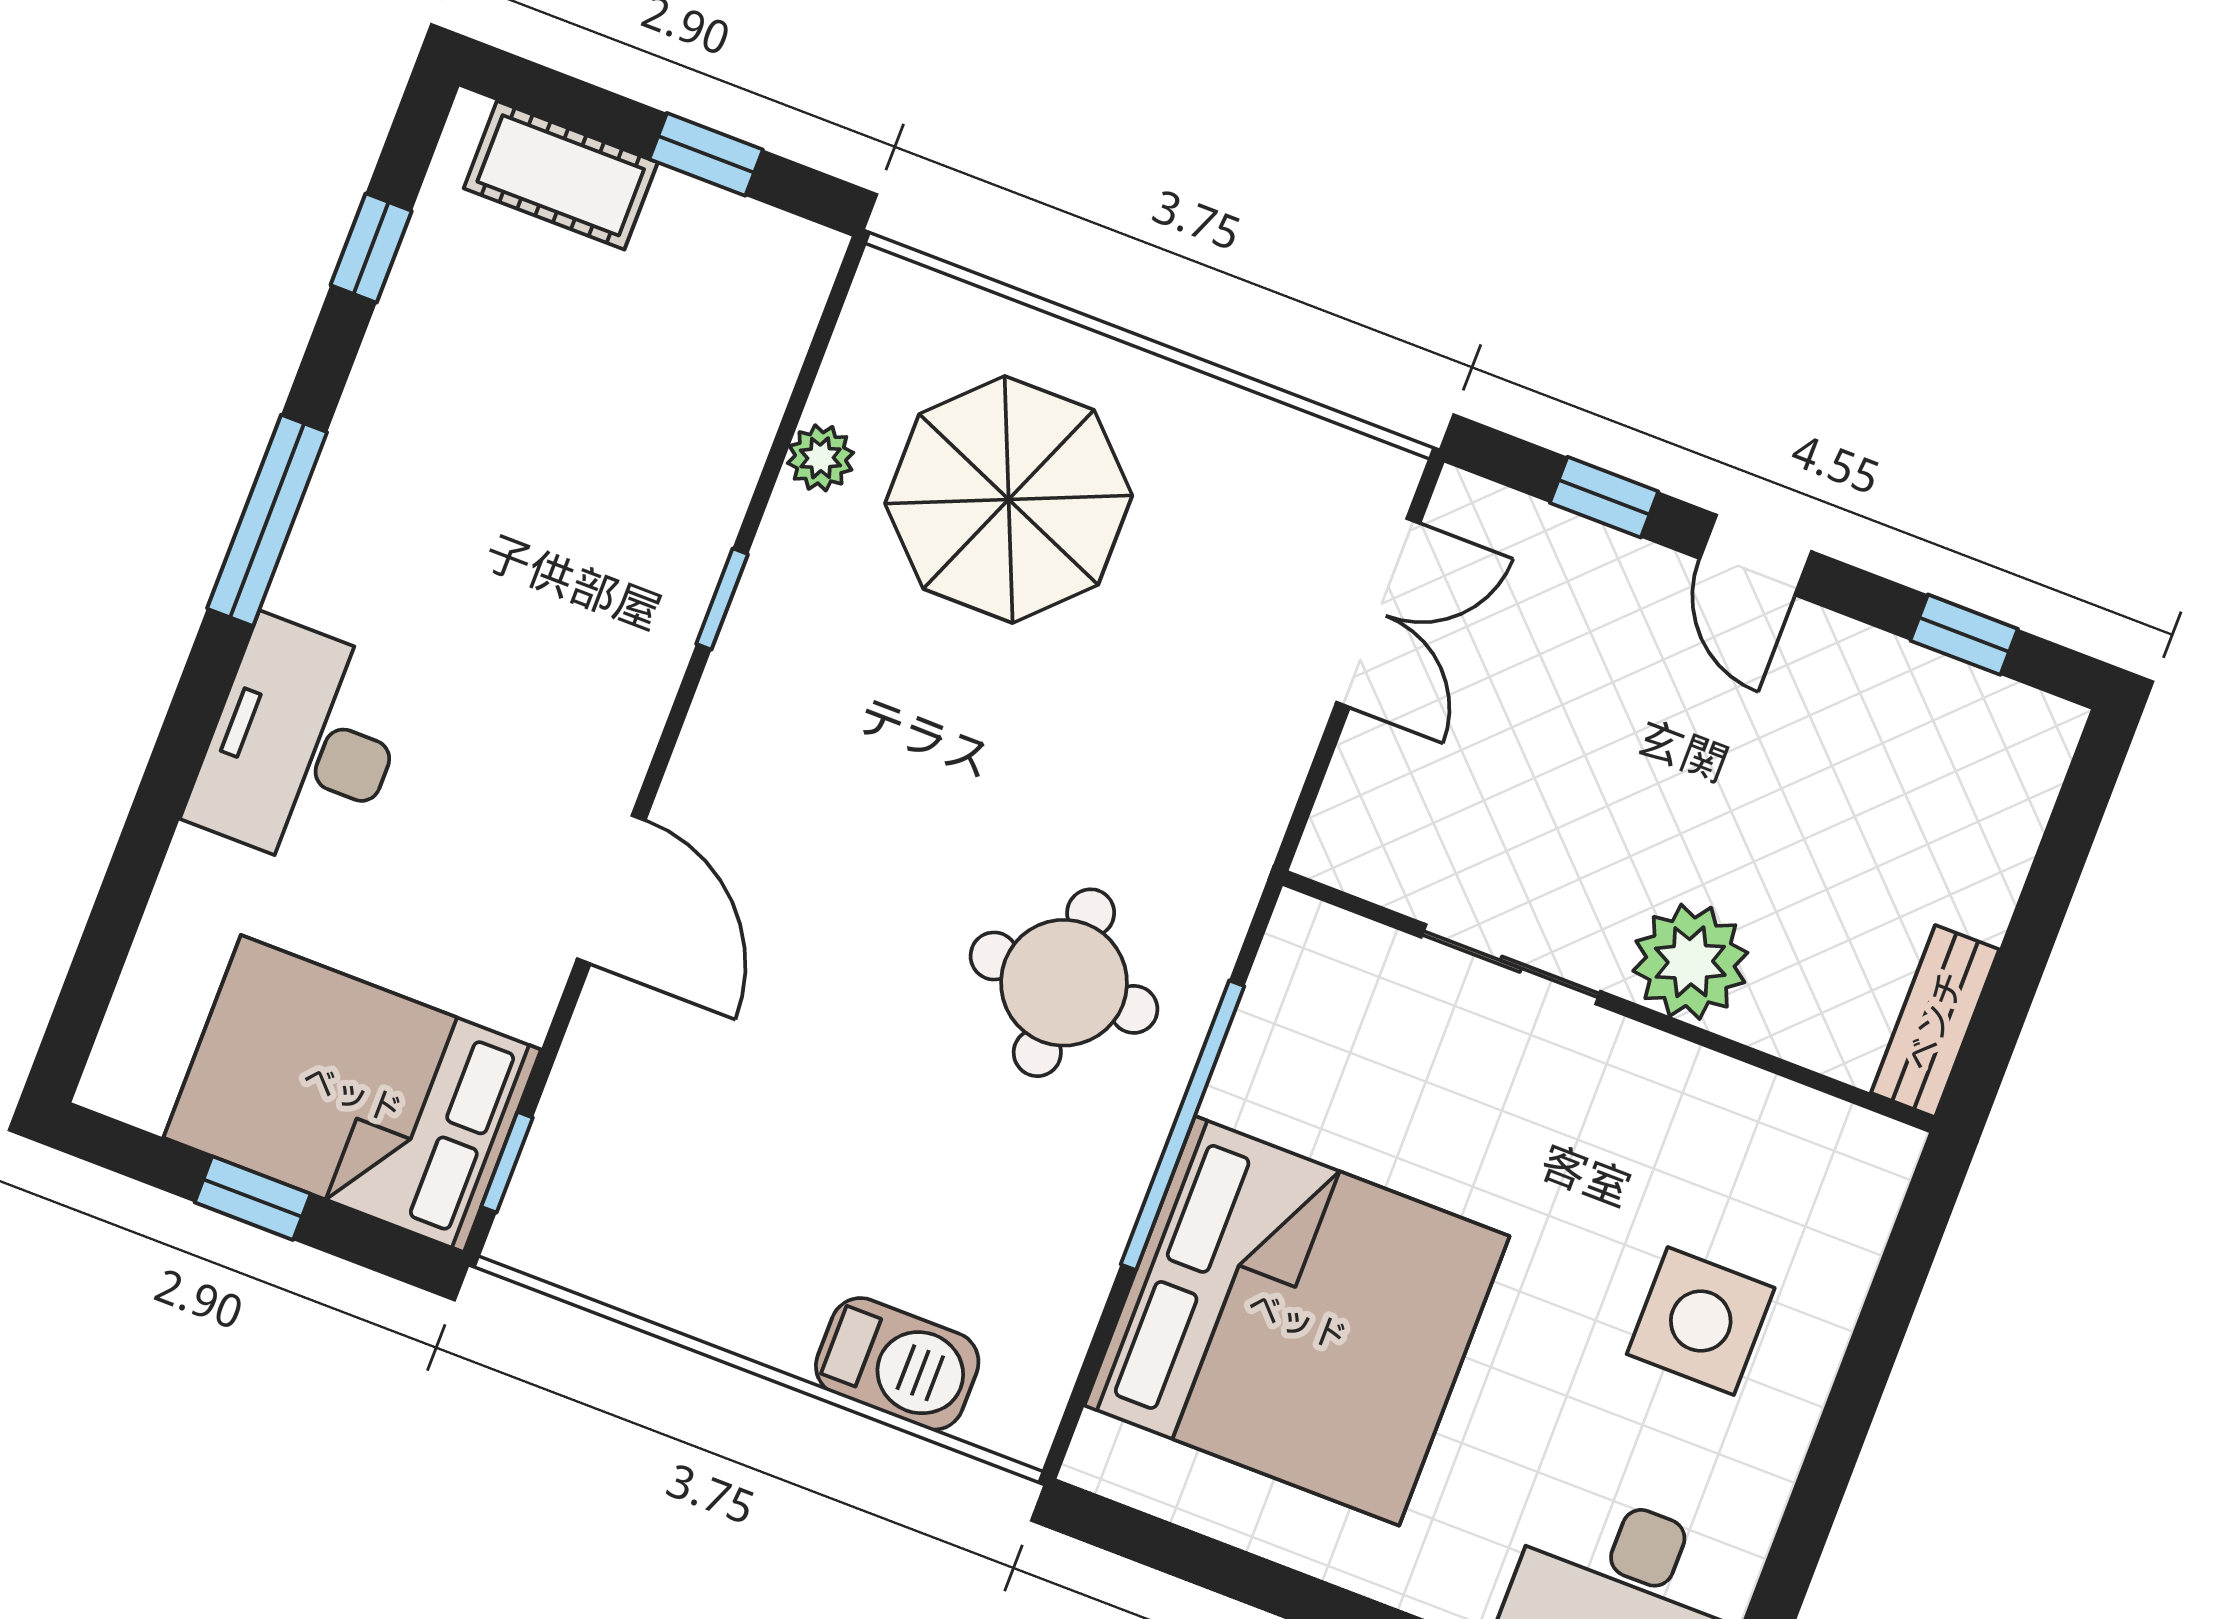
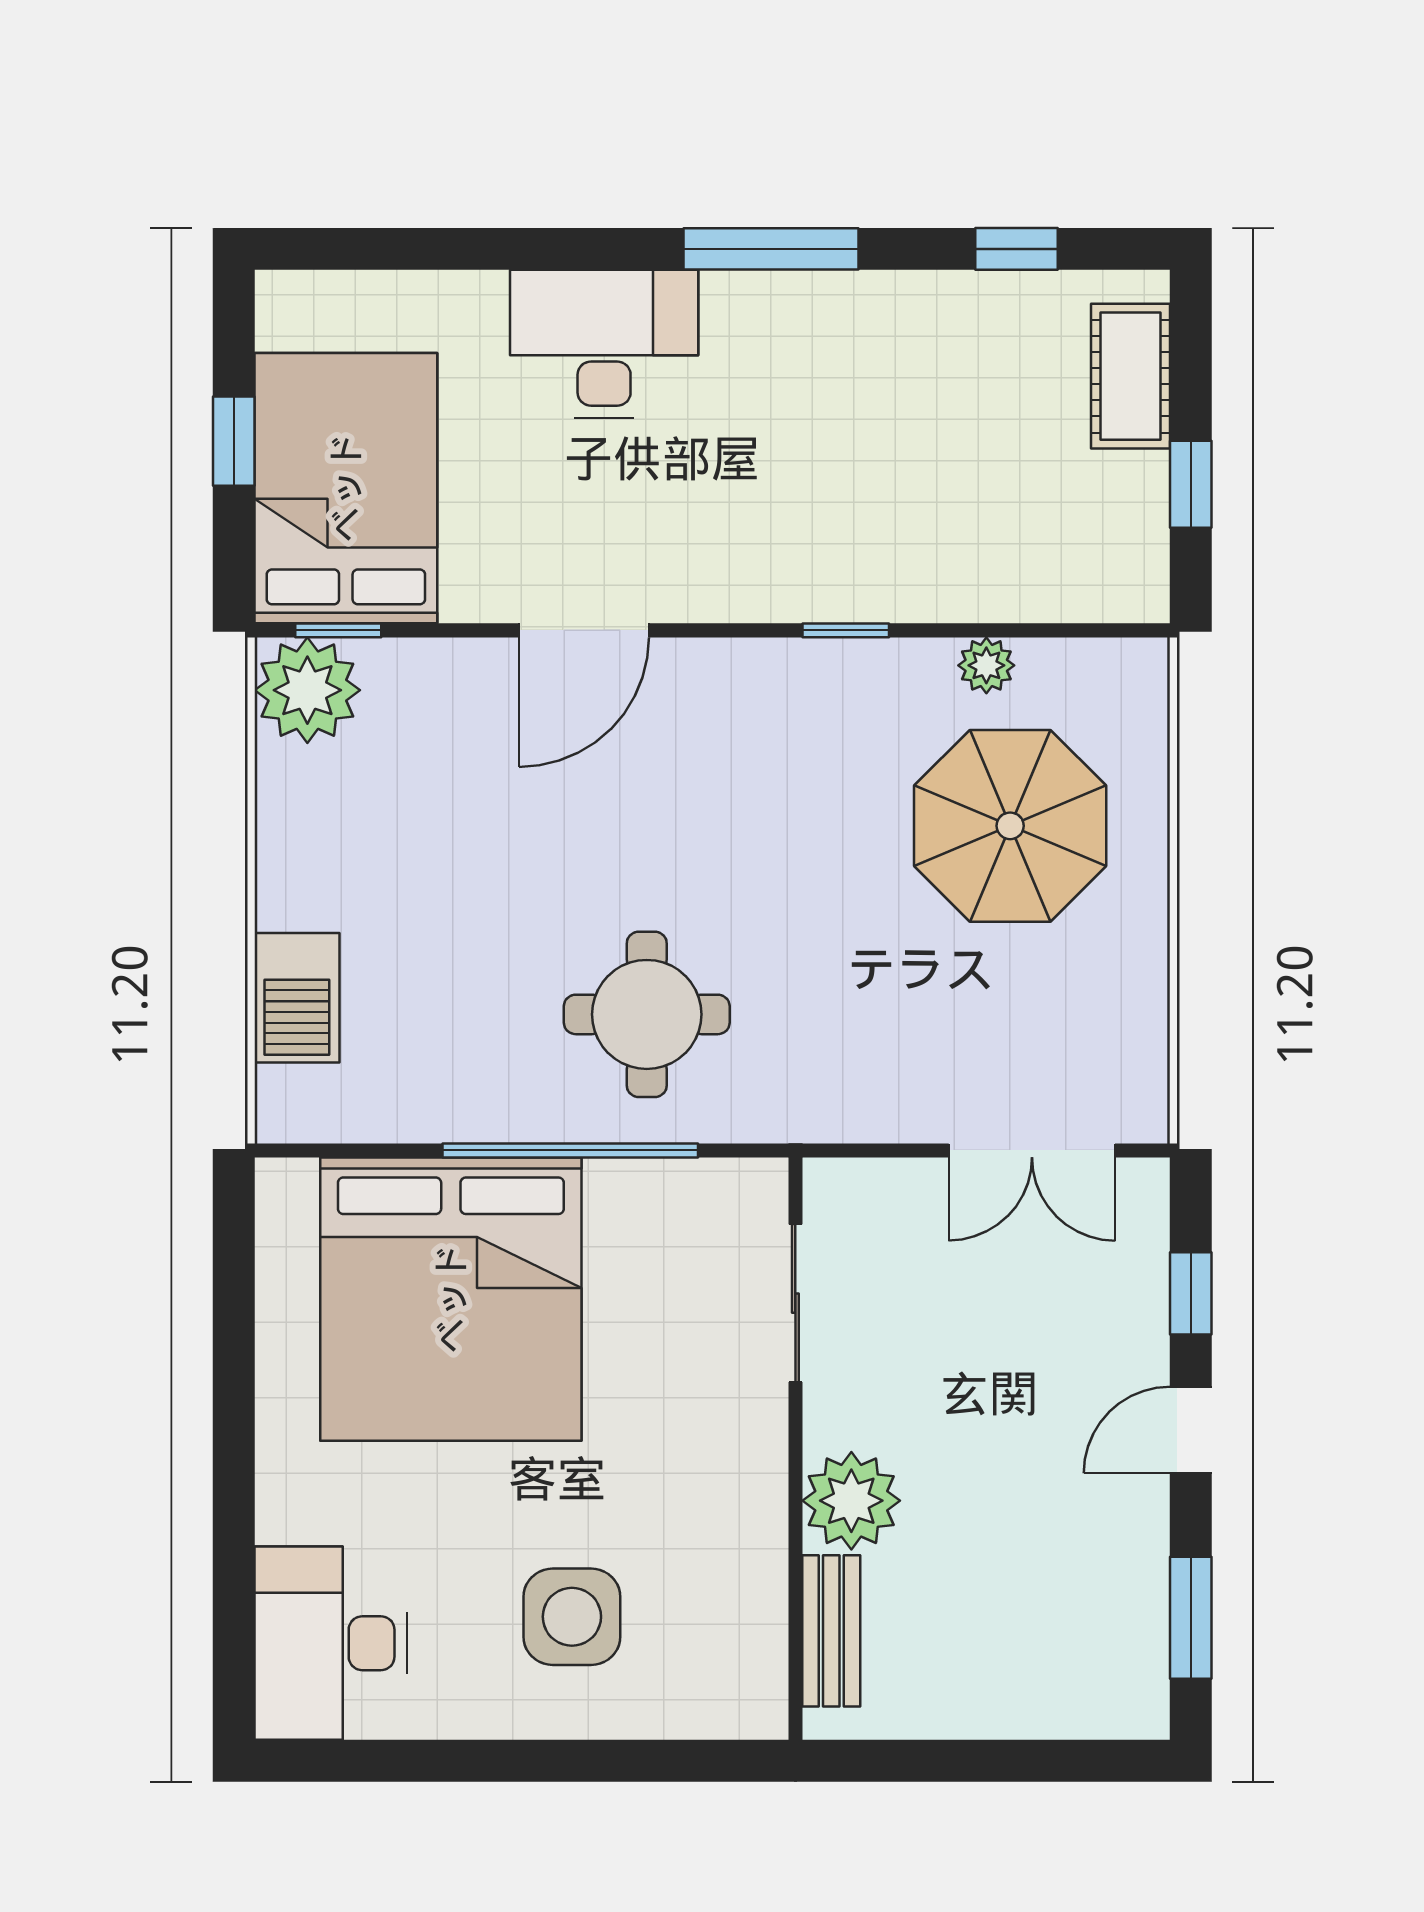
window: (1964, 635) -> (1191, 1618), width x1.50
sliding door: (1511, 964) -> (795, 1303), moved
bench: (1935, 1021) -> (831, 1631), moved, turned 90
plant: (560, 1222) -> (307, 690), added

